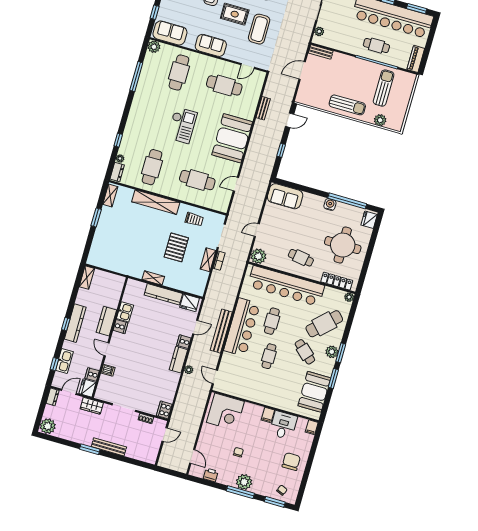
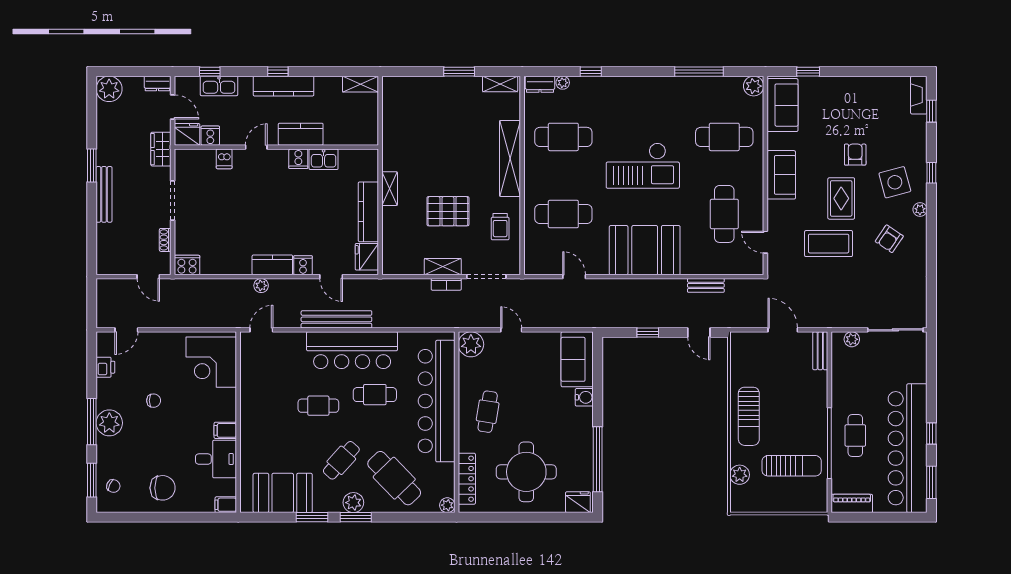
checkout: (182, 125) -> (643, 166), width x1.36, depth x1.21
cafe table: (197, 180) -> (563, 214), turned 90
water cooler: (330, 205) -> (584, 397), moved

